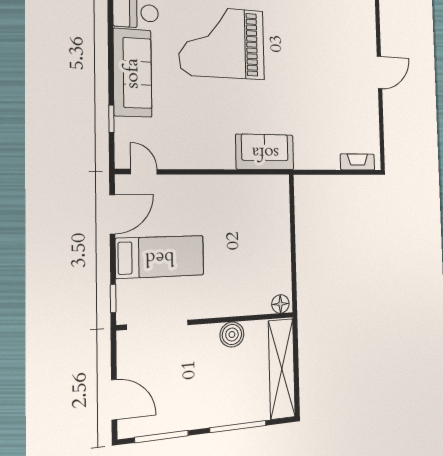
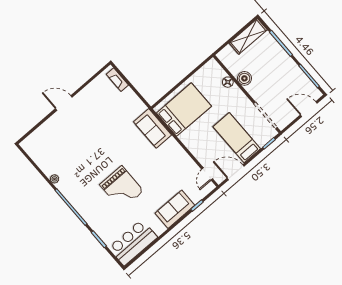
grand piano: (222, 43) -> (121, 188), width x0.73, depth x0.68
sofa: (133, 73) -> (175, 209), width x0.73
bed: (256, 215) -> (184, 110), added
floor lamp: (280, 304) -> (228, 82), moved
shelving: (282, 369) -> (248, 36), width x0.68
door: (114, 400) -> (309, 109), hinge flipped

